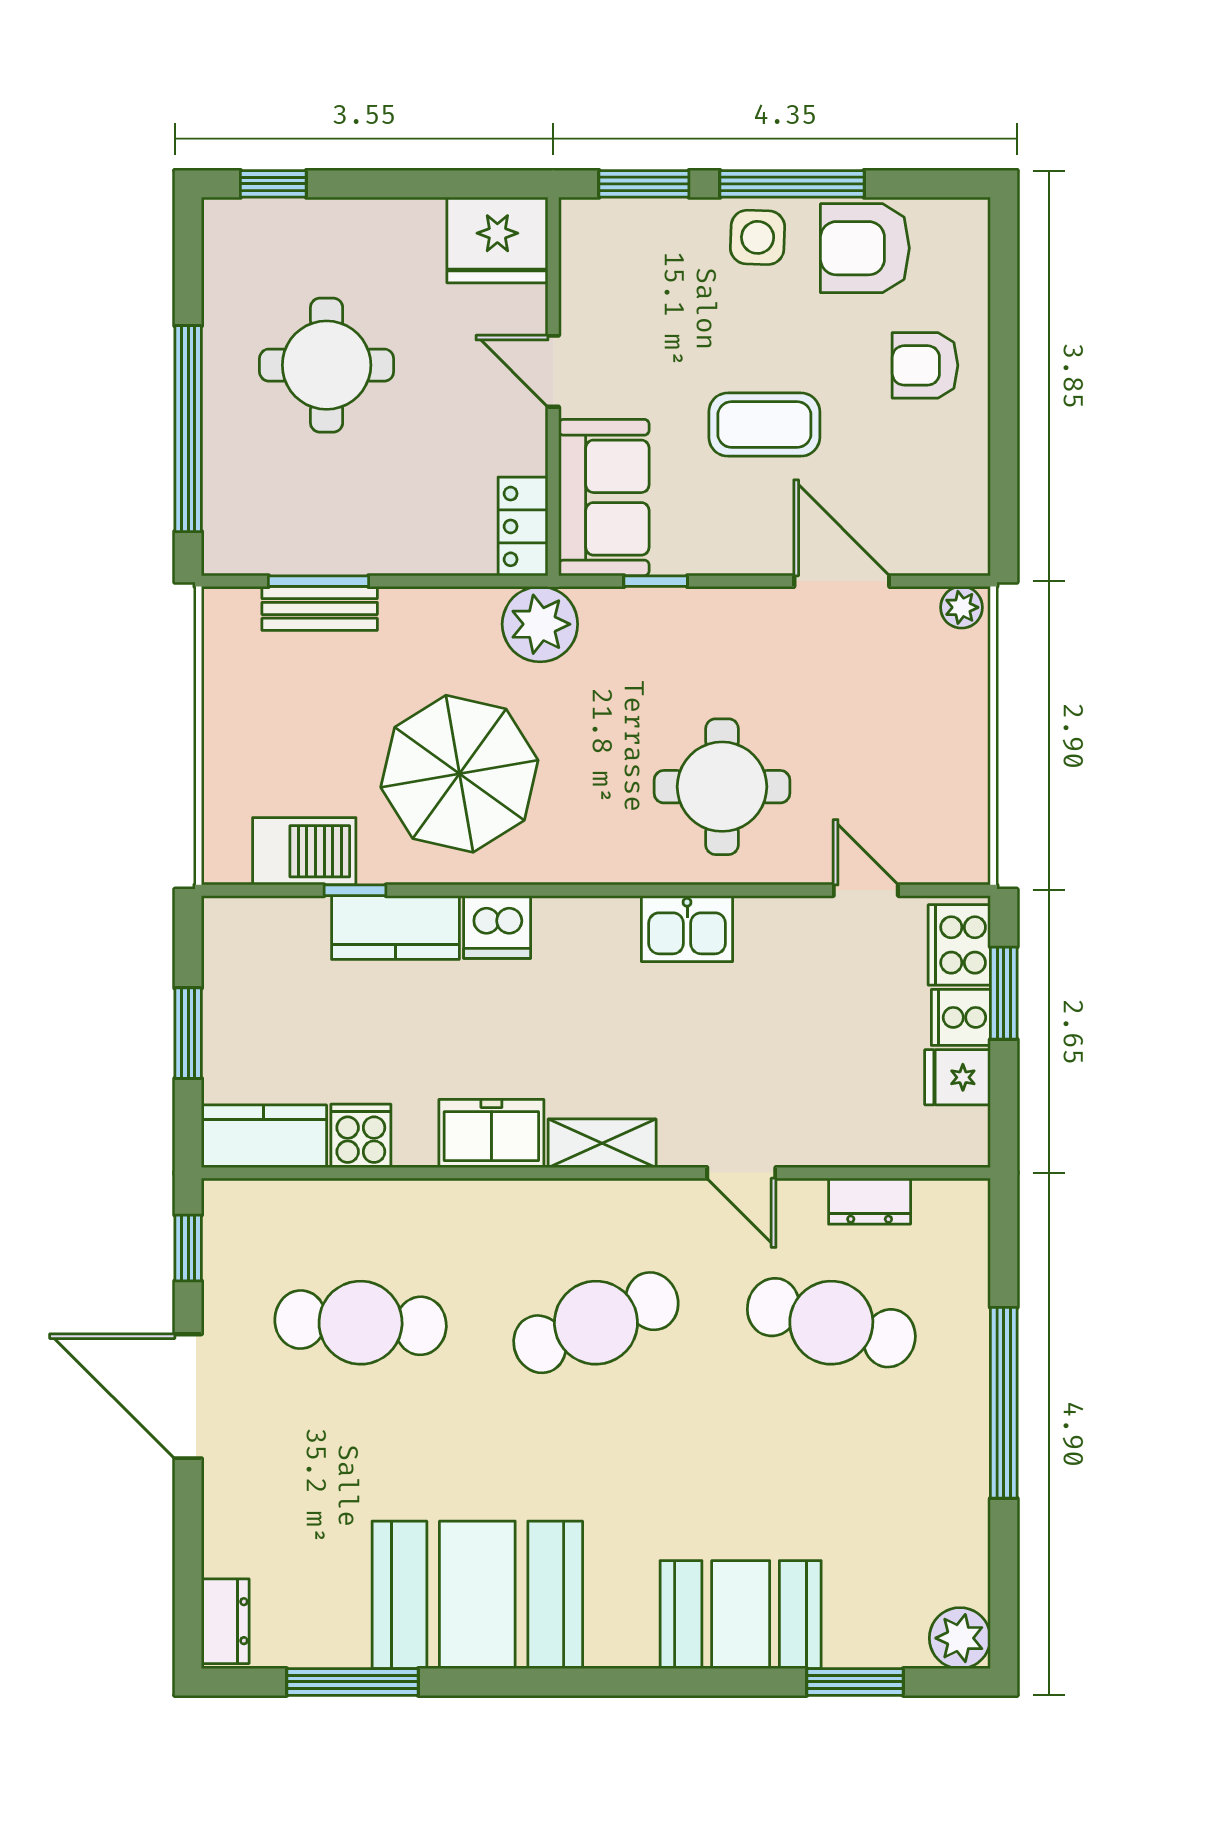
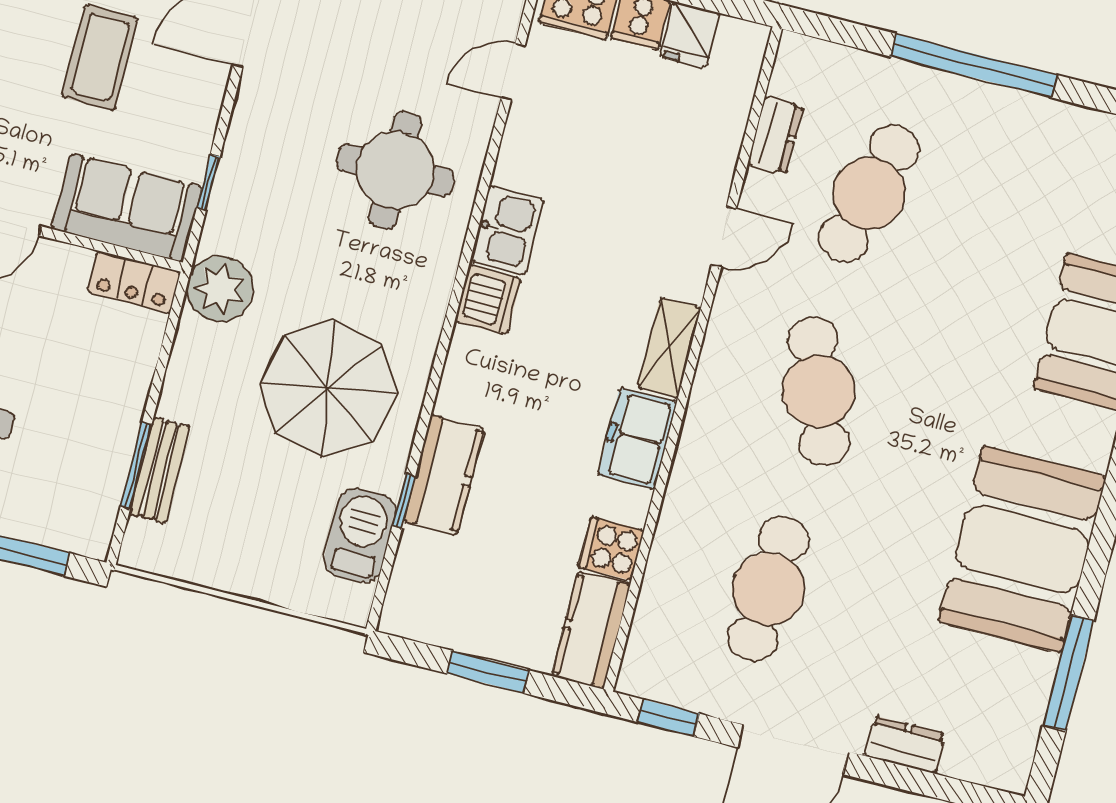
dishwasher: (497, 927) -> (488, 300), moved
dresser: (225, 1621) -> (905, 745), moved

